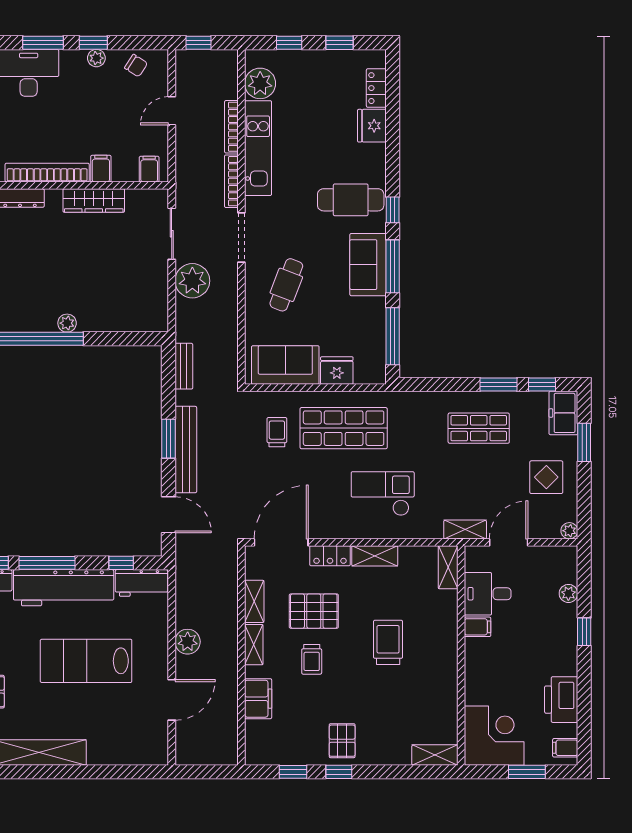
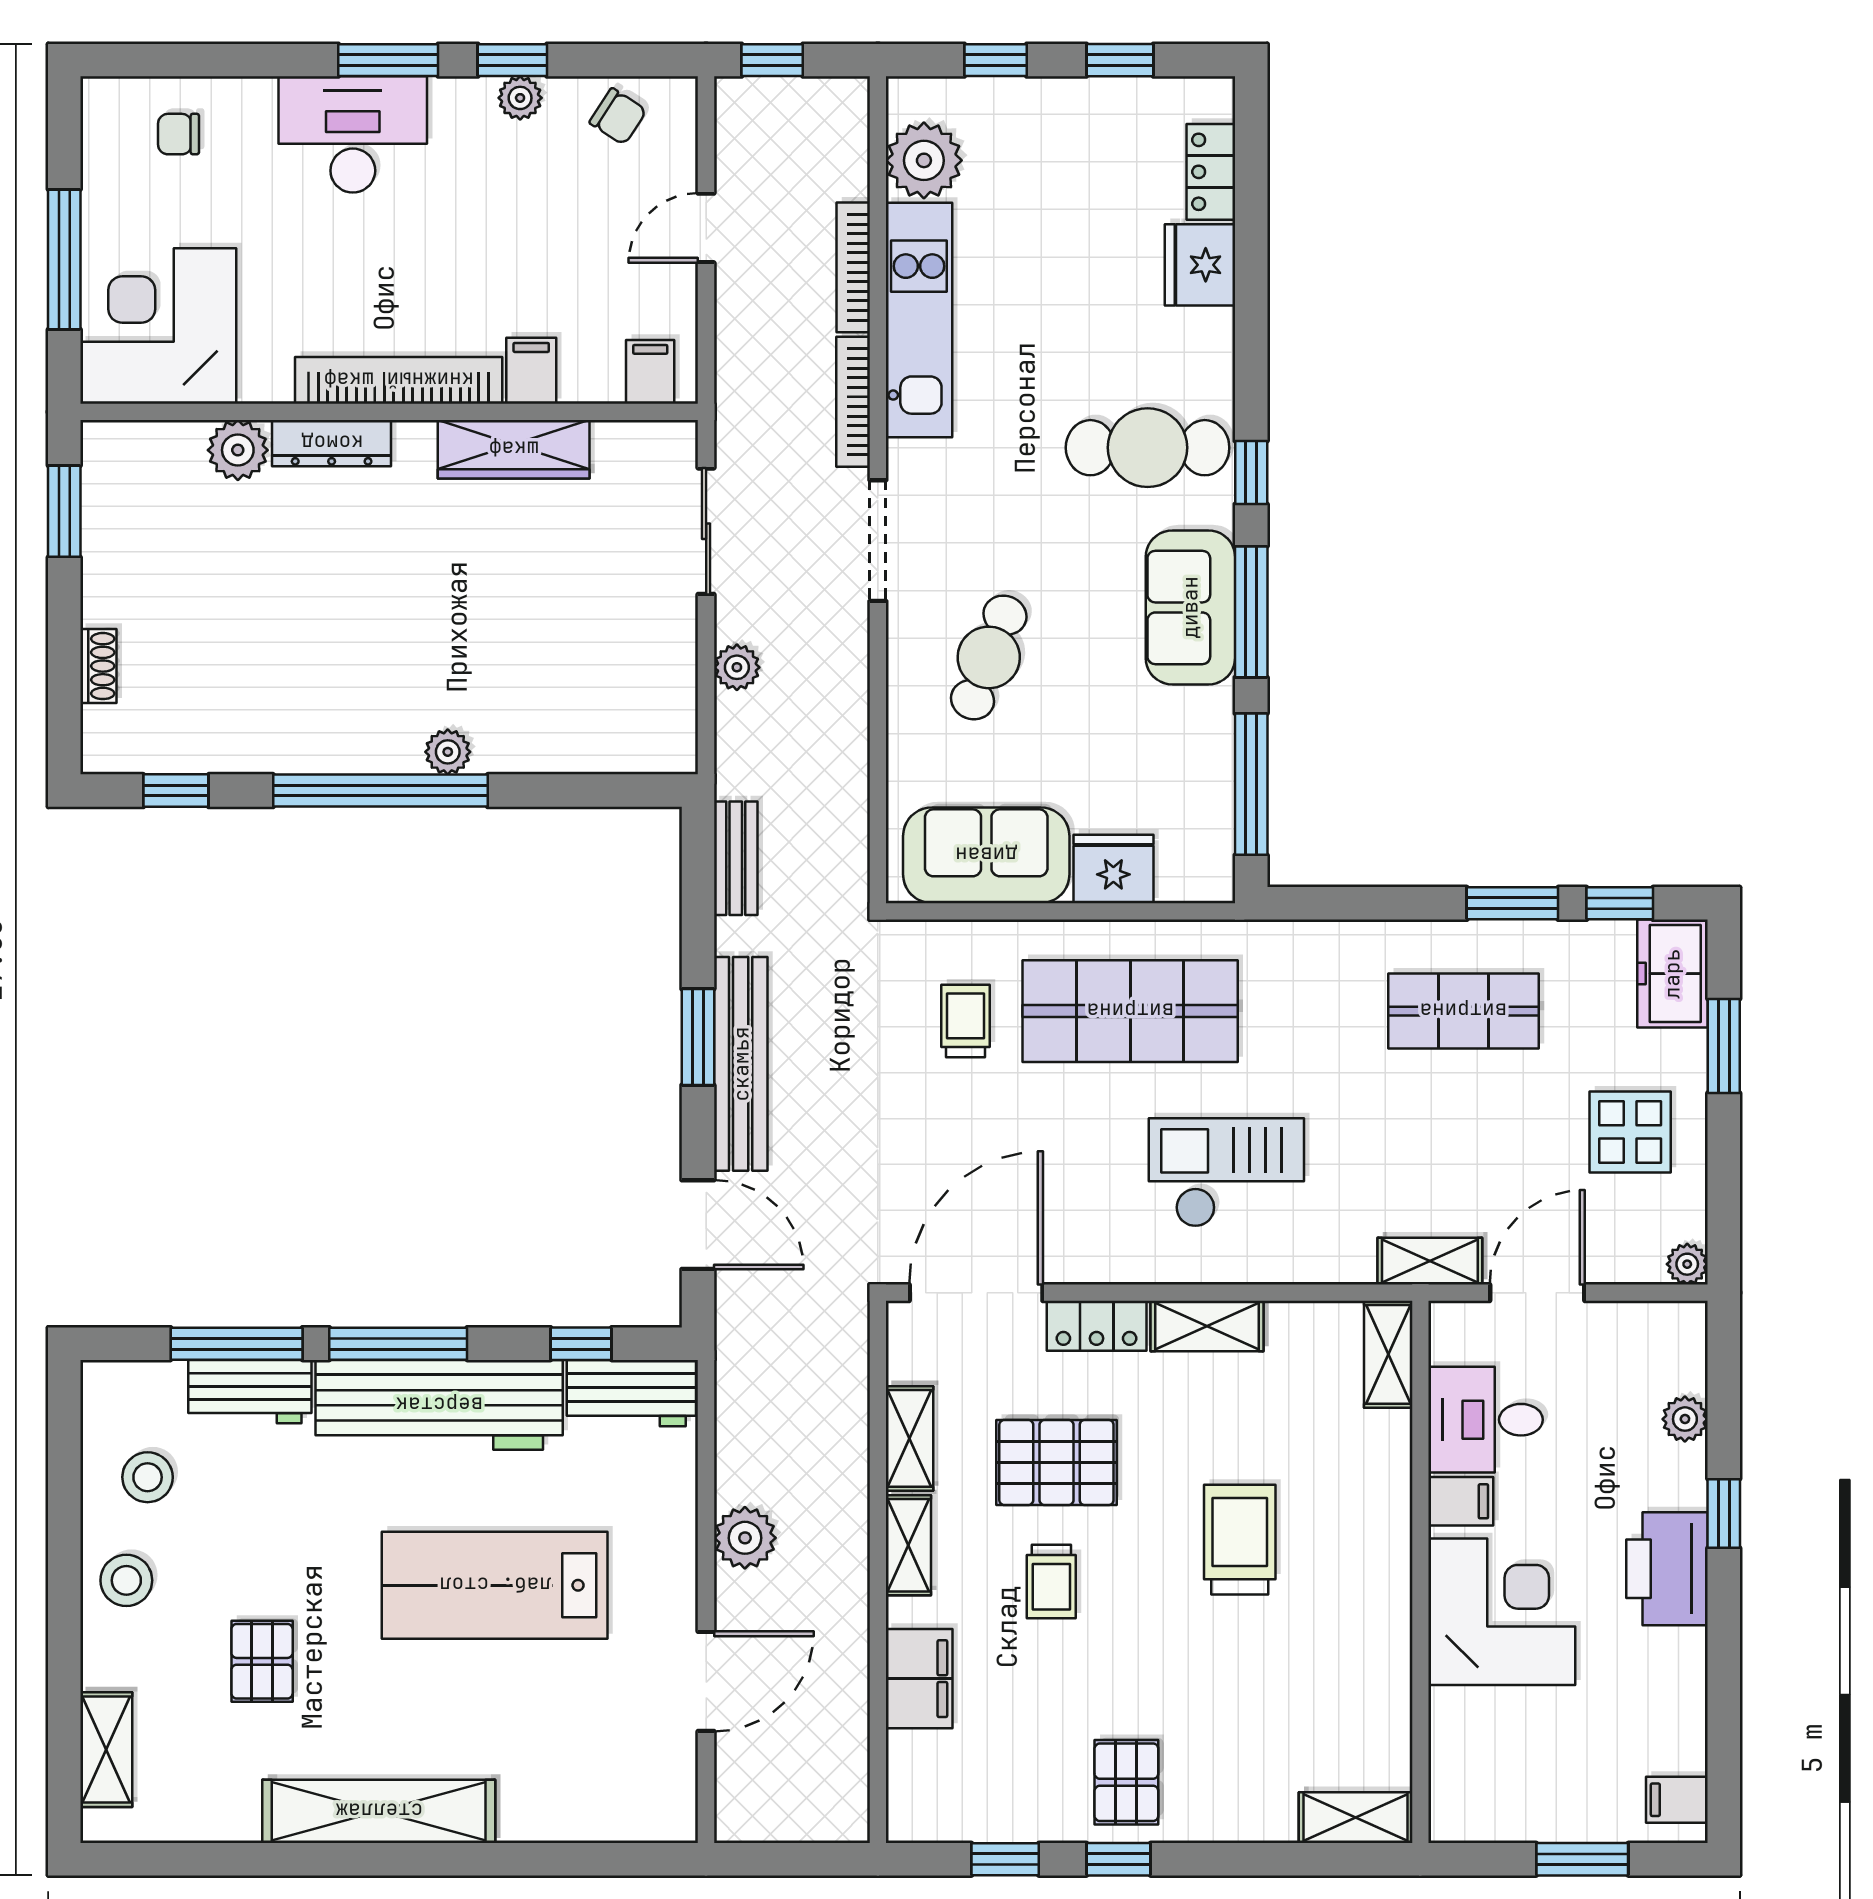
plant: (192, 281) -> (737, 667), width x0.53, depth x0.53
printer: (561, 700) -> (1667, 1569), moved
corner desk: (494, 736) -> (1502, 1612), moved

